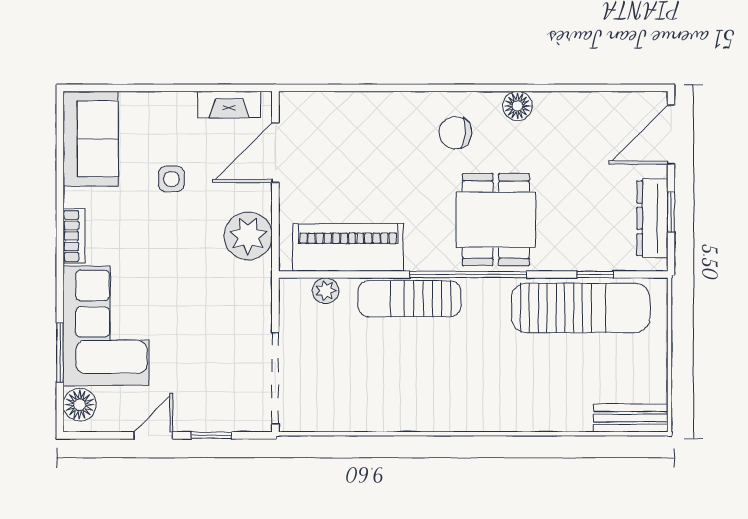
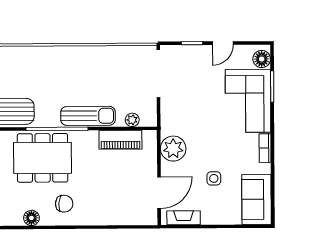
dining table: (496, 220) -> (43, 158), width x1.38
piano: (348, 247) -> (120, 140), width x0.73, depth x0.75

